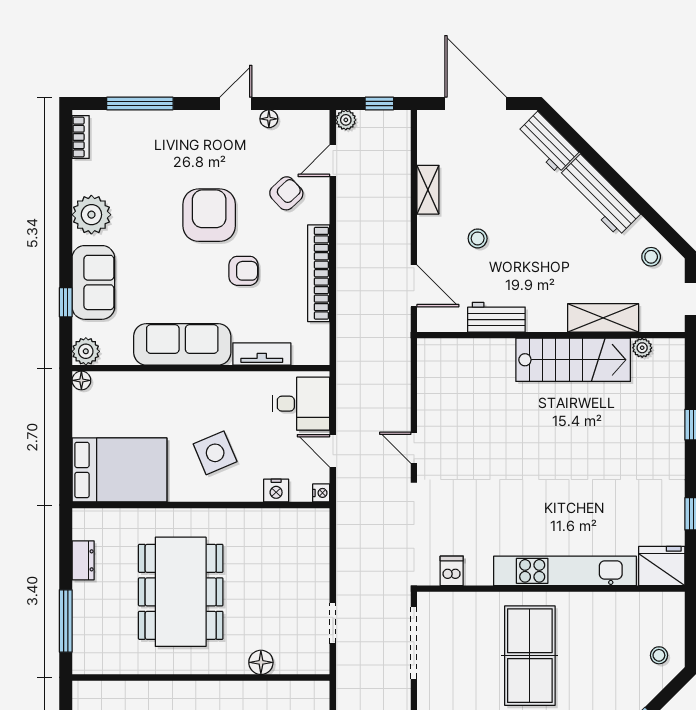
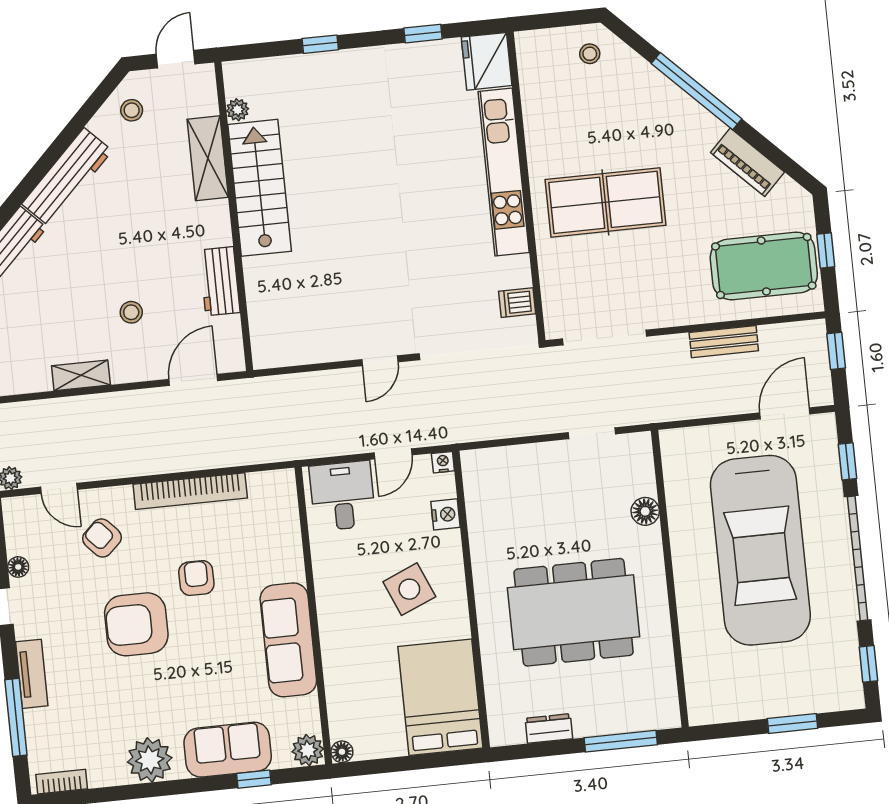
tv unit: (262, 354) -> (32, 674), moved, turned 180

